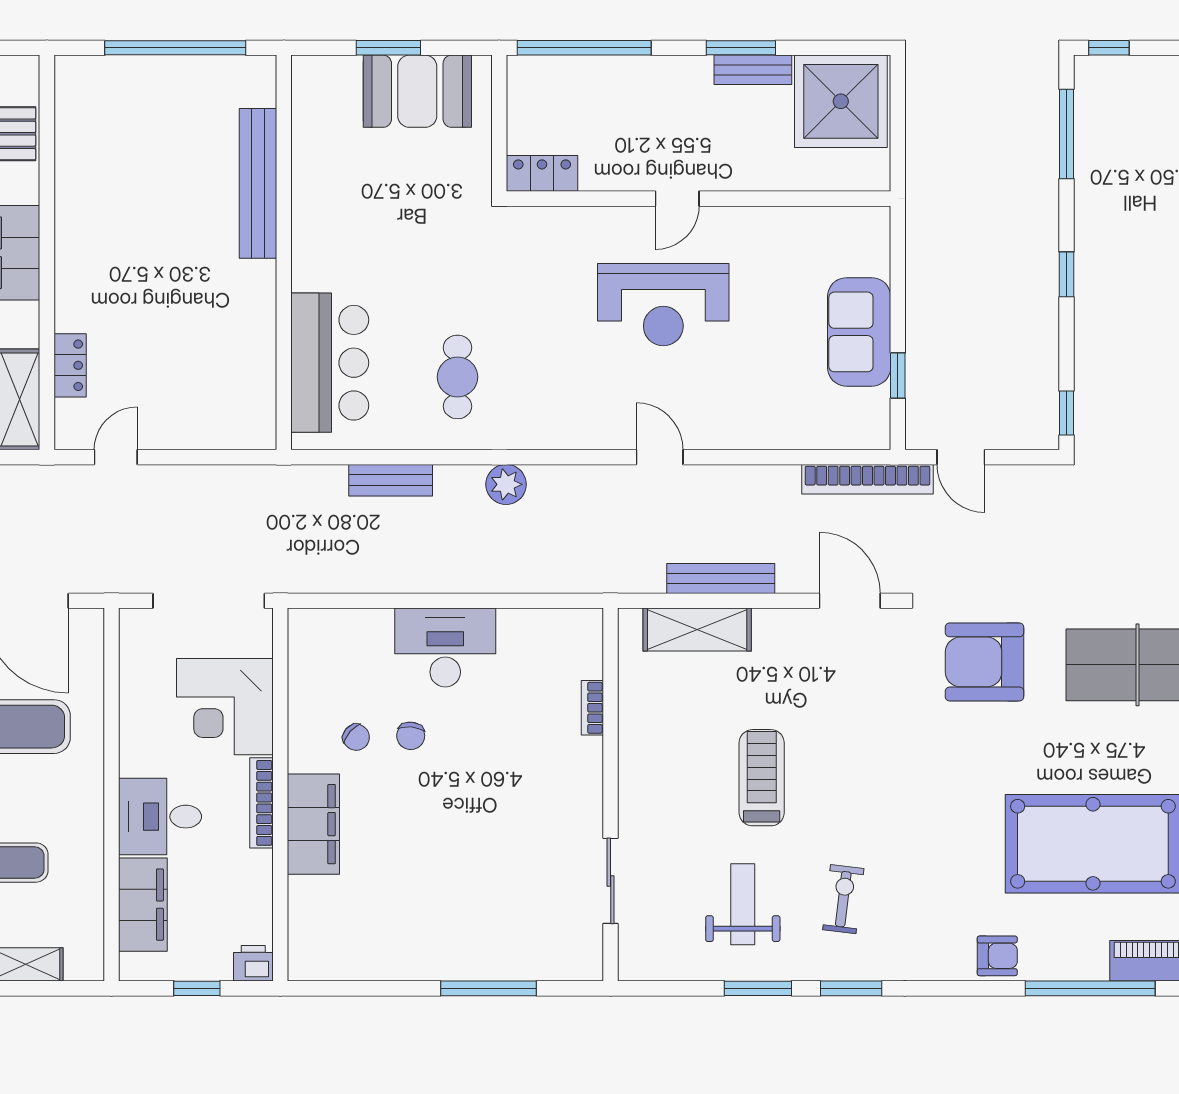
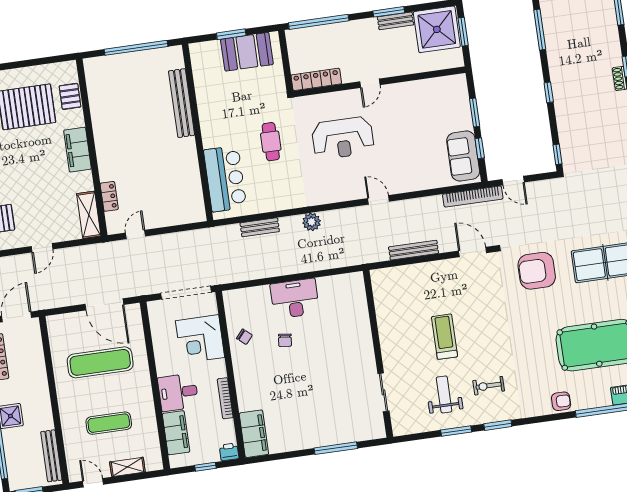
window: (898, 115) -> (463, 32), added
locker: (542, 173) -> (316, 79), width x1.53
window: (898, 295) -> (475, 112), added
reception desk: (663, 305) -> (343, 138), moved
sofa: (859, 332) -> (463, 156), moved
cafe table: (458, 377) -> (271, 142), moved
shelving: (697, 629) -> (406, 275), removed
bookcase: (592, 708) -> (364, 316), removed
chair: (356, 737) -> (244, 337), moved
bookcase: (261, 803) -> (225, 398), moved
filing cabinet: (313, 824) -> (254, 434), moved
exercise bike: (843, 899) -> (489, 386), turned -97

